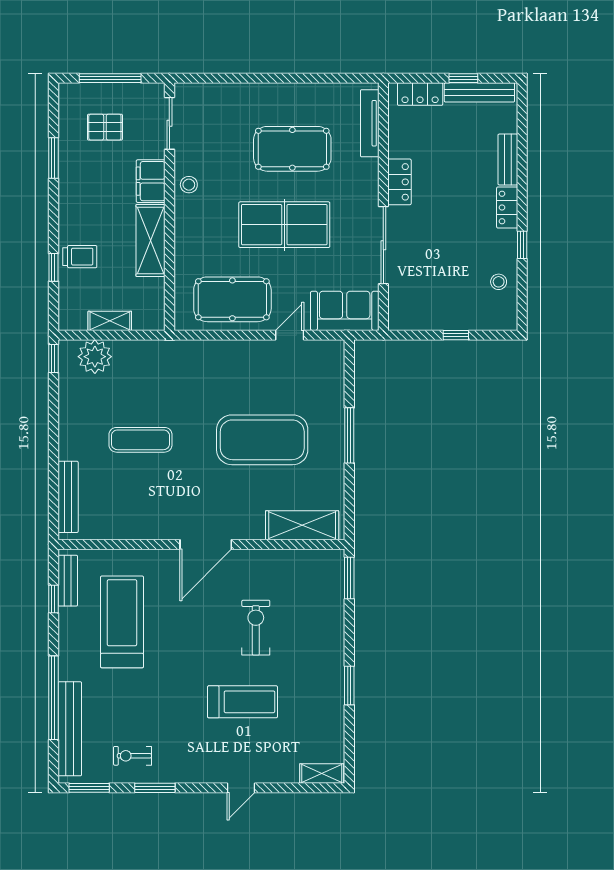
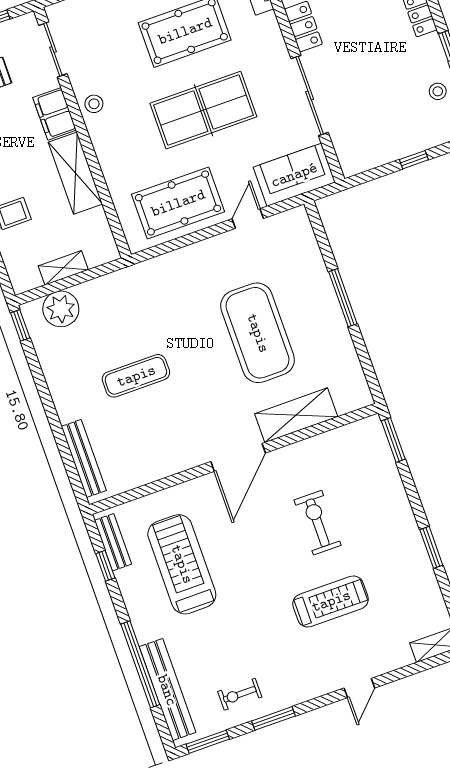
exercise mat: (262, 440) -> (258, 333), turned 90
shelving: (302, 525) -> (296, 415), moved

